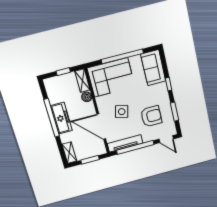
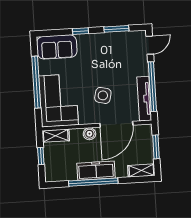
boiler: (87, 97) -> (89, 134), moved
armchair: (151, 116) -> (116, 59), removed

